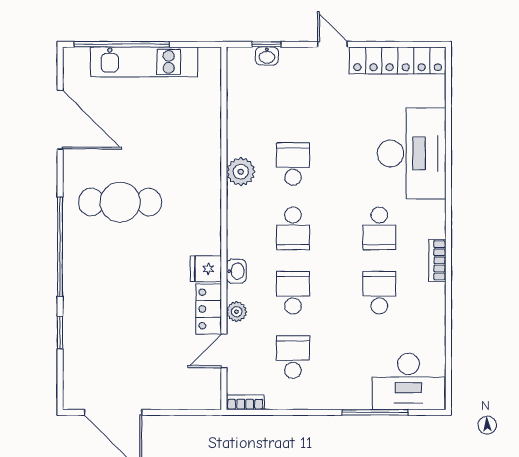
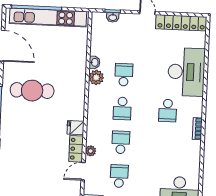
kitchen unit: (144, 62) -> (48, 17), width x1.36
washbasin: (236, 271) -> (94, 62), moved
school desk: (379, 293) -> (166, 144), removed

